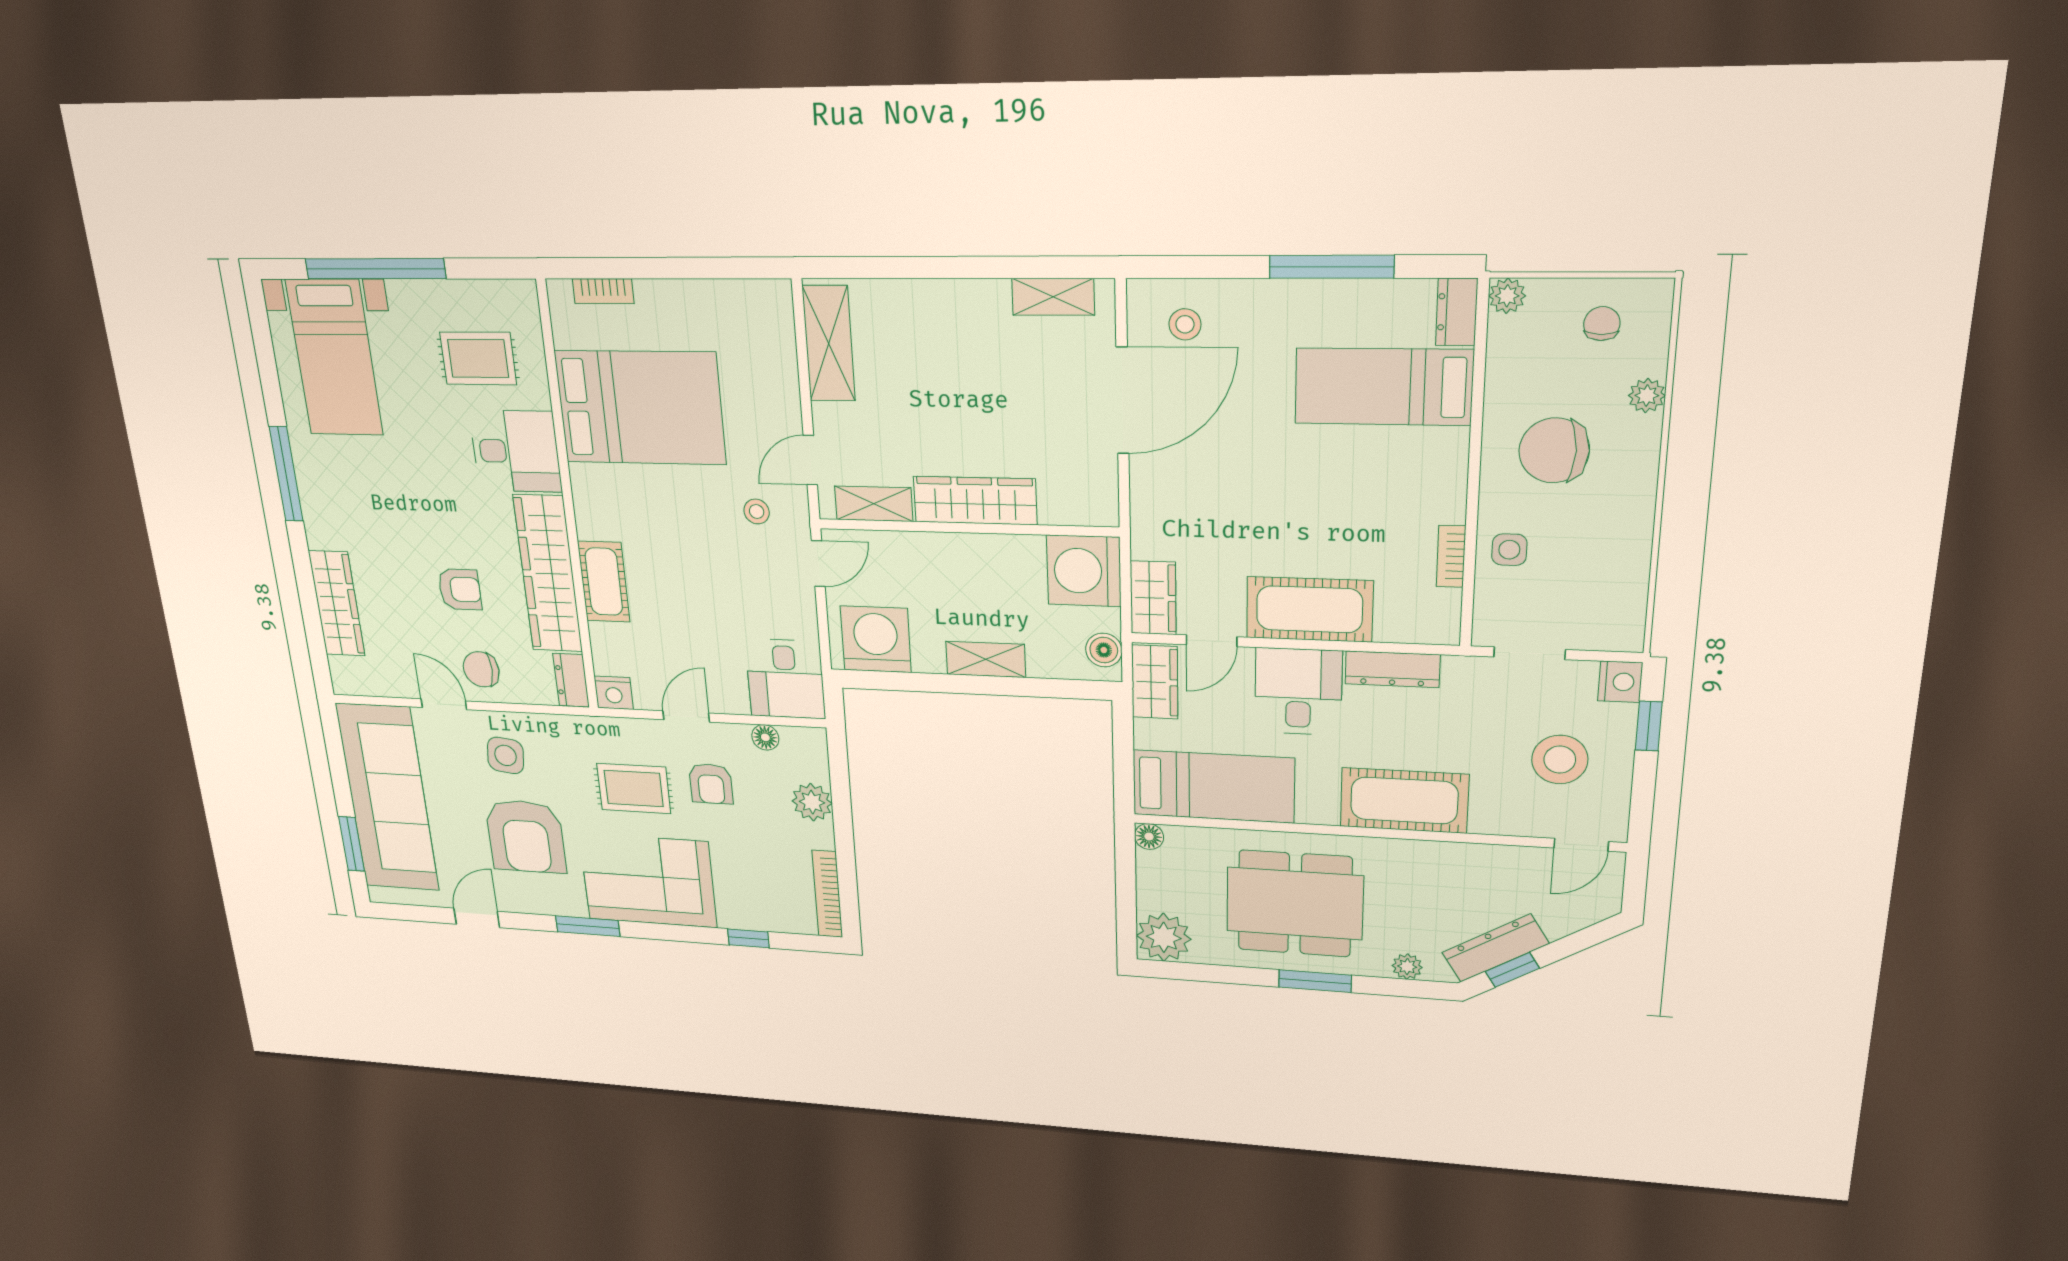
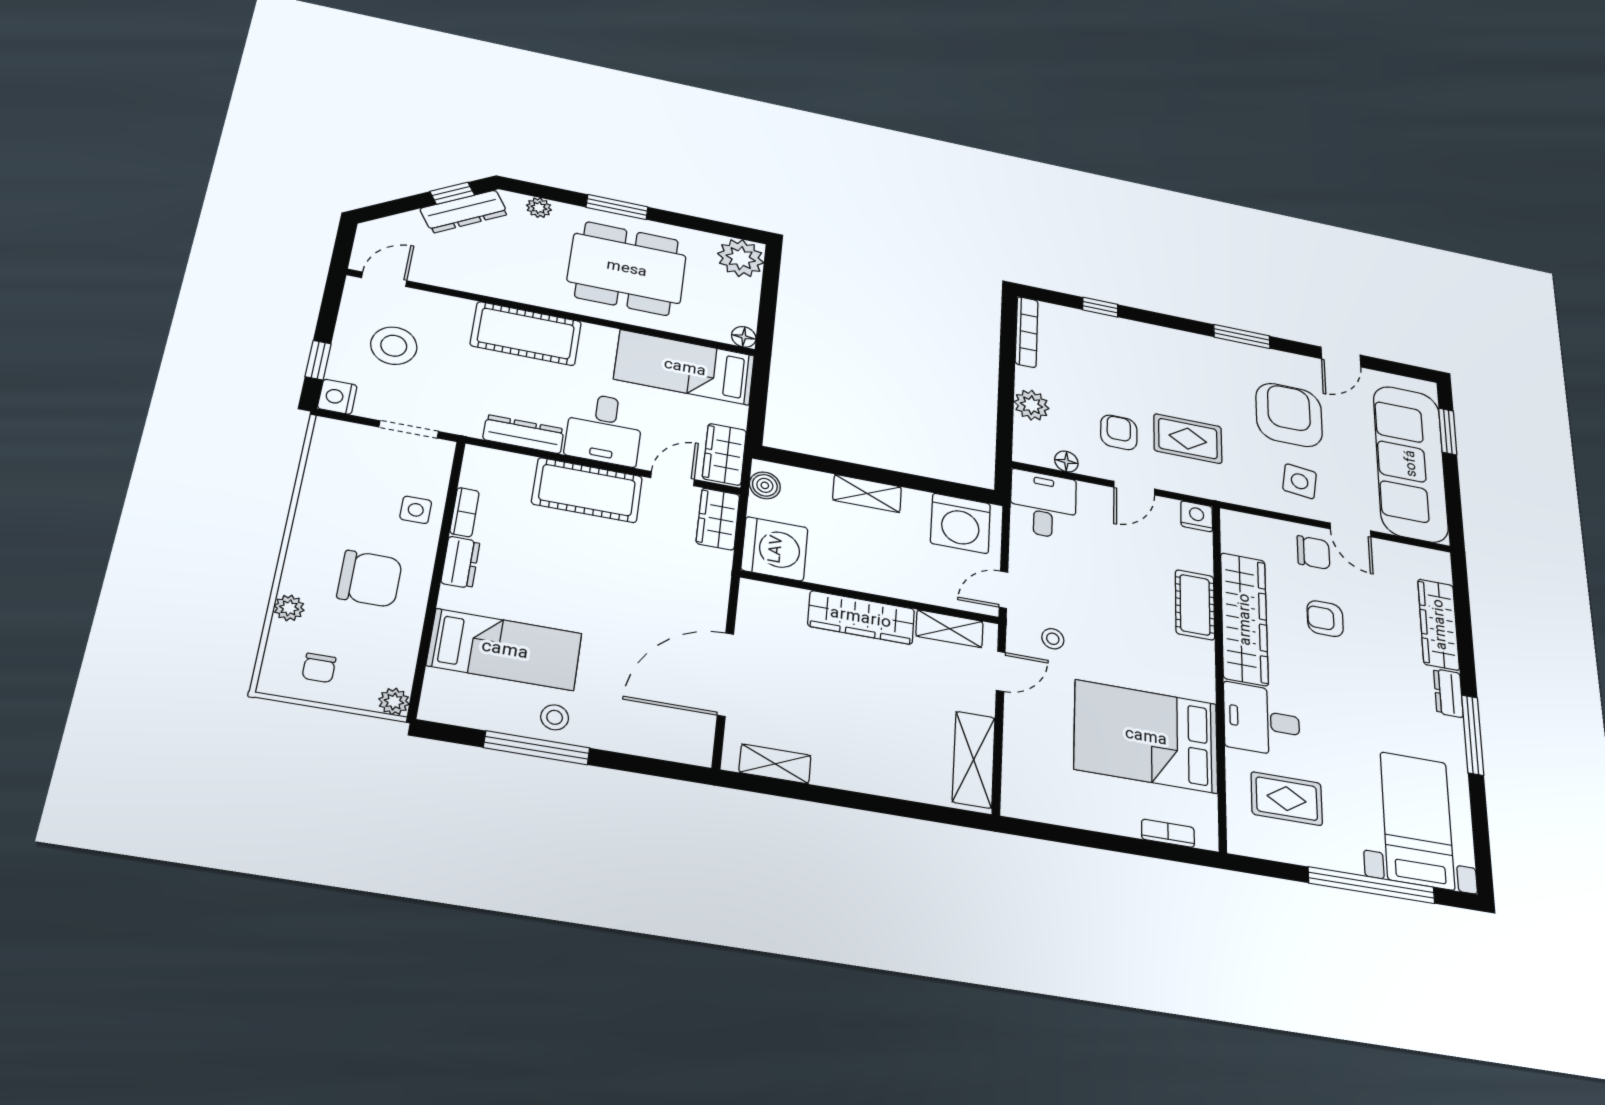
dresser: (1457, 312) -> (460, 562), moved
stool: (1185, 324) -> (555, 717), moved
dresser: (571, 680) -> (1448, 693), moved, turned 180
corner sofa: (648, 881) -> (1184, 365), removed

